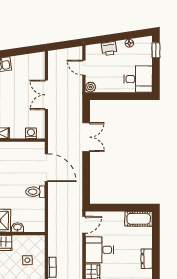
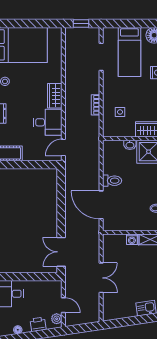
plant: (91, 87) -> (57, 319), moved
washing machine: (31, 133) -> (132, 239), moved
double door: (86, 137) -> (61, 252), moved

